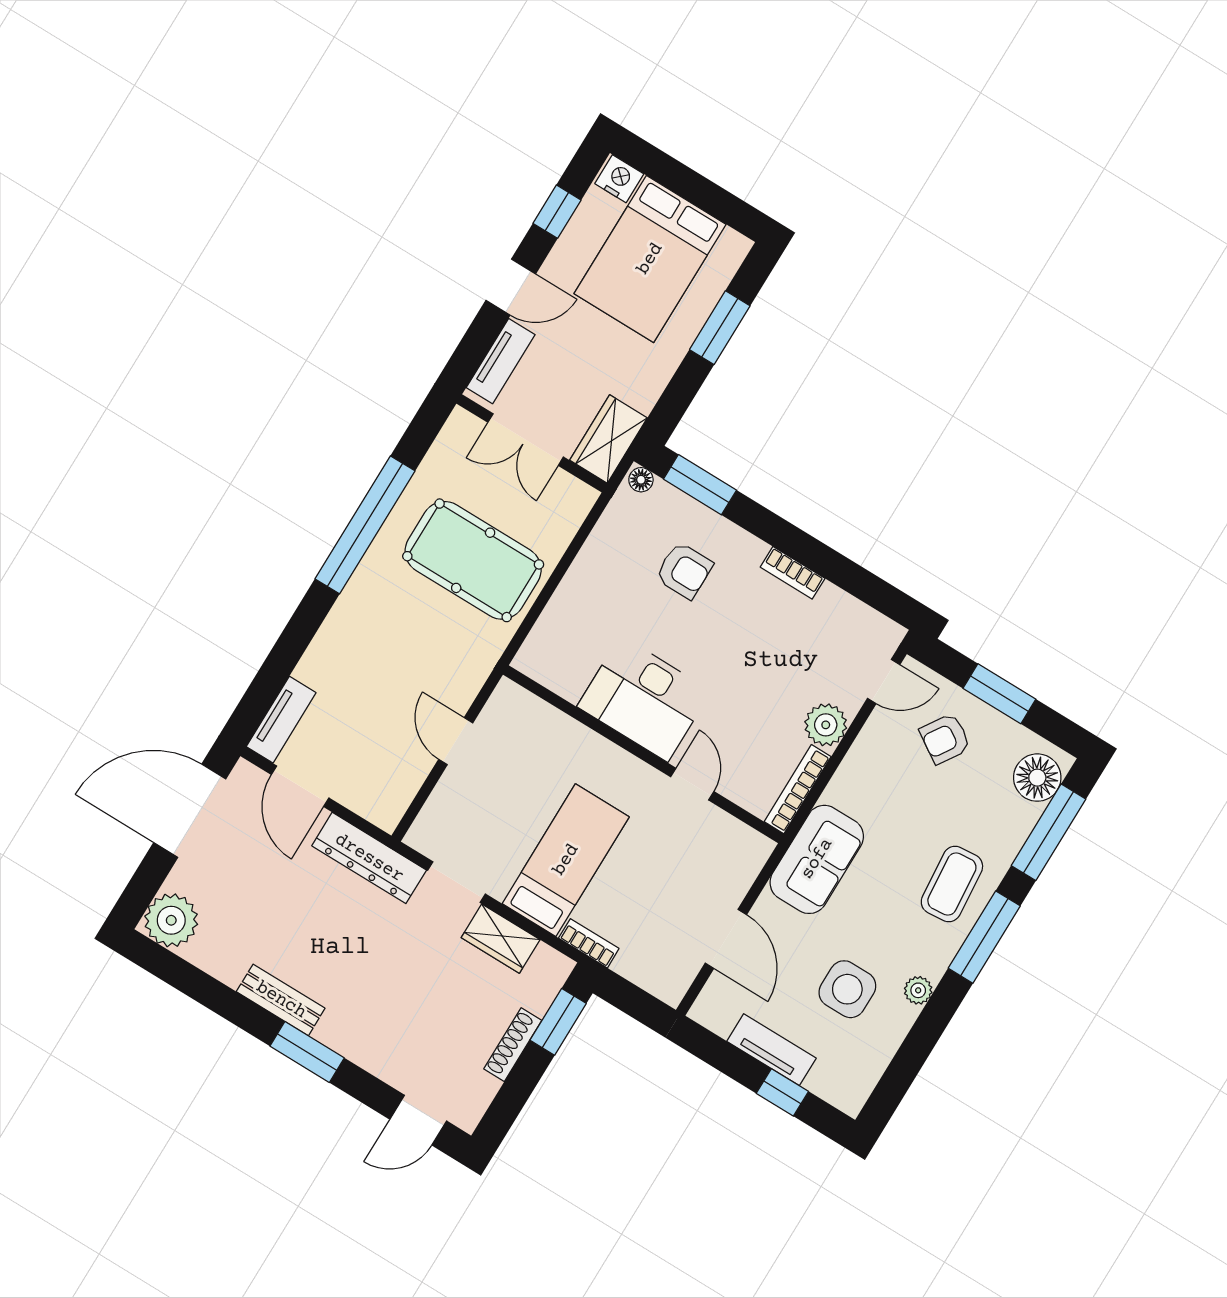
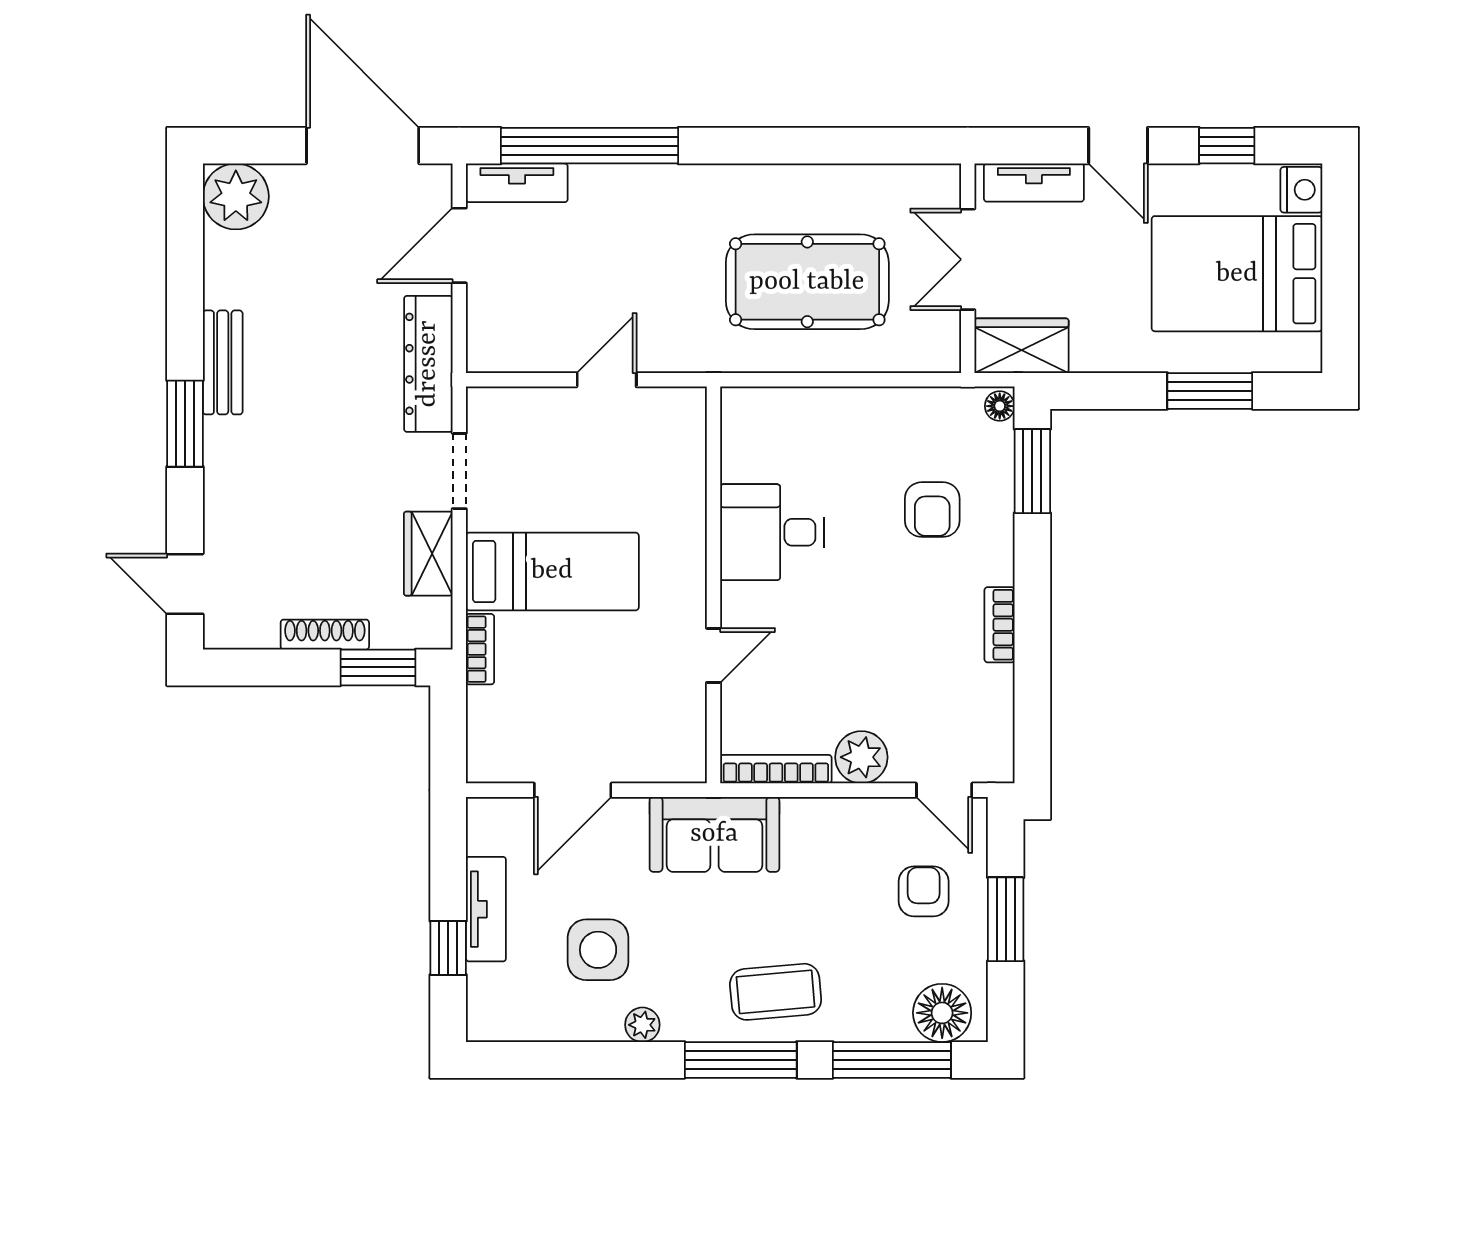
window: (365, 525) -> (590, 146), moved
pool table: (473, 560) -> (807, 282), turned 90
desk: (644, 699) -> (772, 532), width x0.73
armchair: (945, 739) -> (924, 891), turned 57

